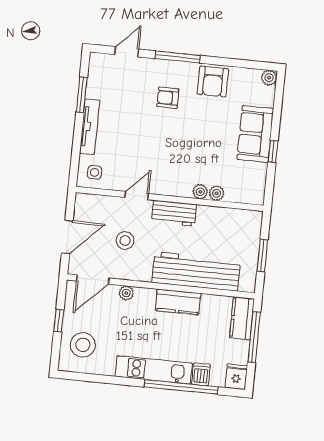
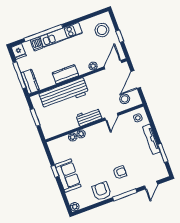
stool: (125, 241) -> (125, 99), moved

